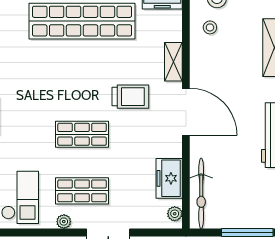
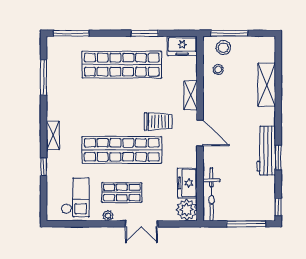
door: (186, 112) -> (200, 133), width x0.73
shop shelf: (82, 134) -> (122, 150), width x2.00, depth x1.36
plant: (175, 214) -> (187, 210), width x1.87, depth x1.87

